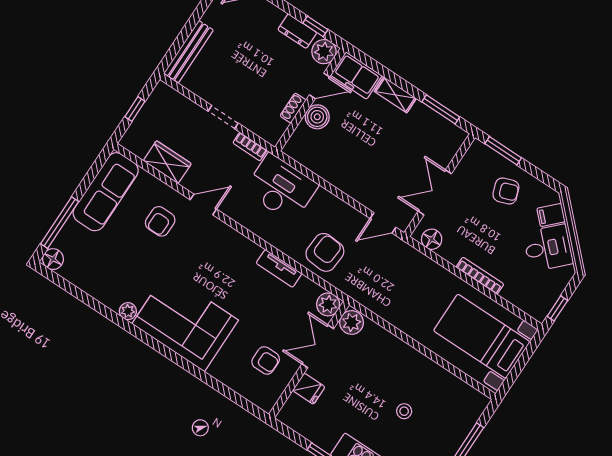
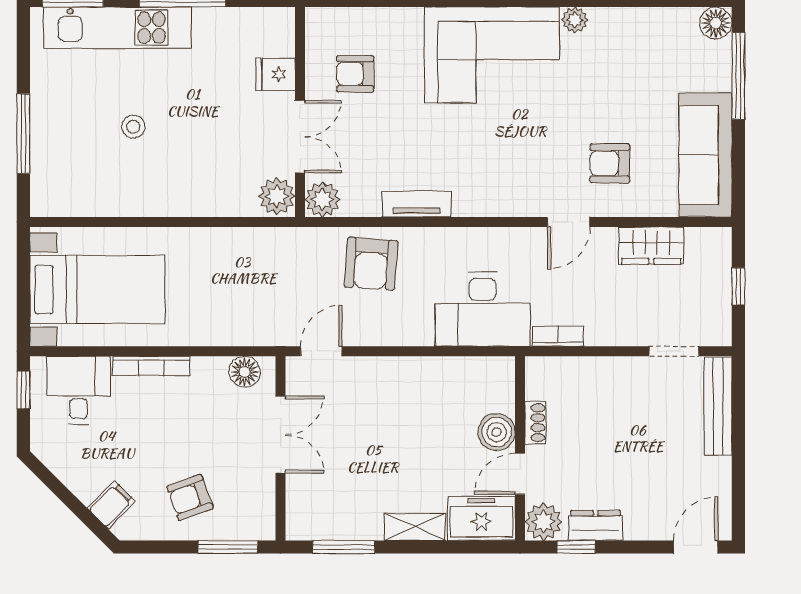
doorway: (223, 117) -> (674, 351), moved
armchair: (160, 221) -> (610, 163), turned -90
desk: (548, 248) -> (79, 390), moved, turned 135

